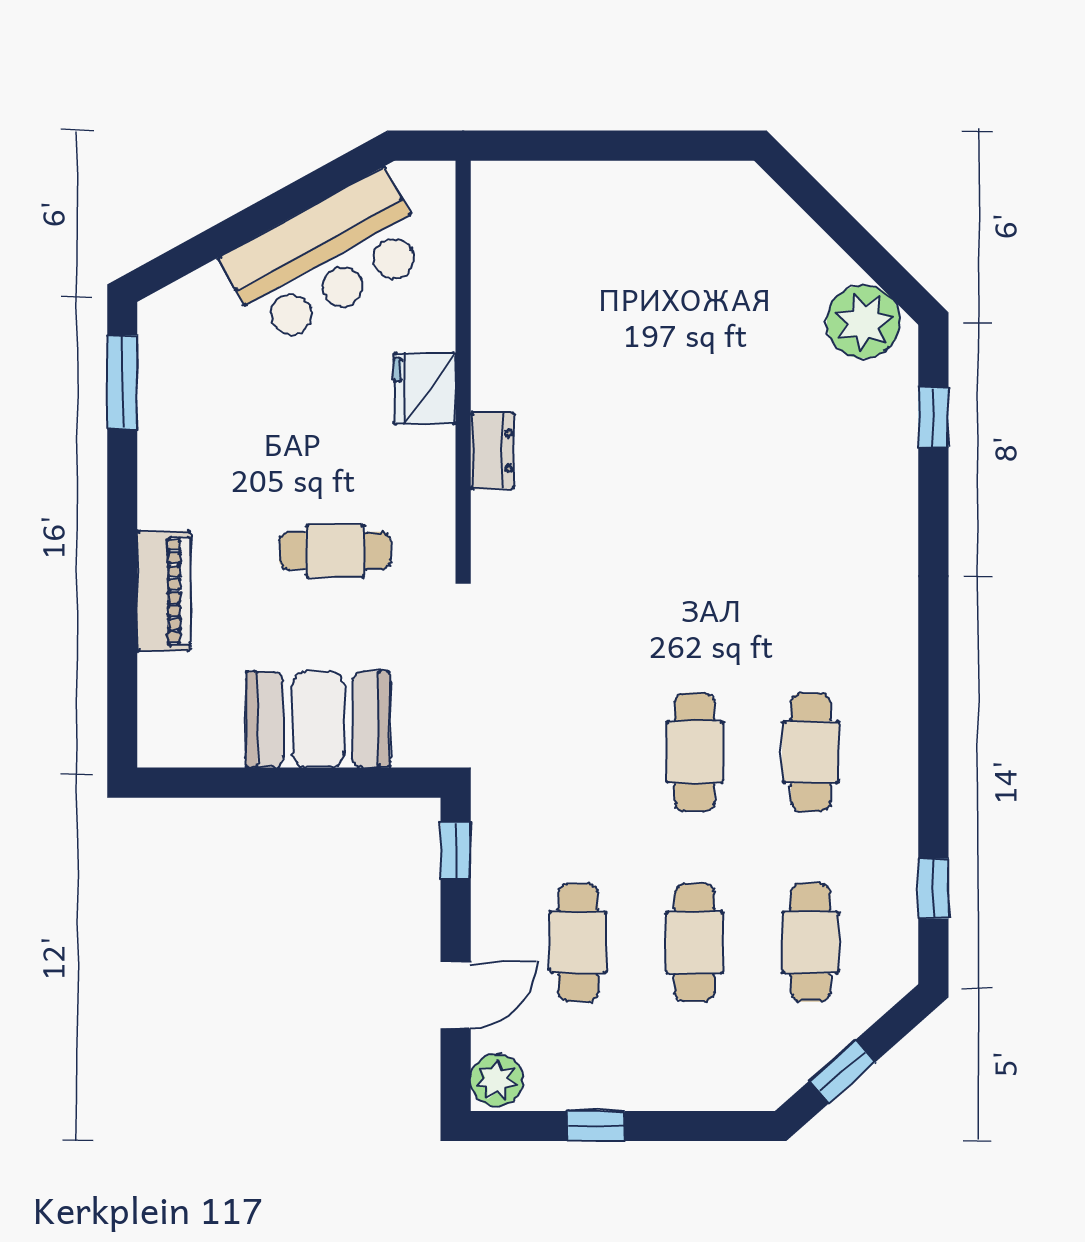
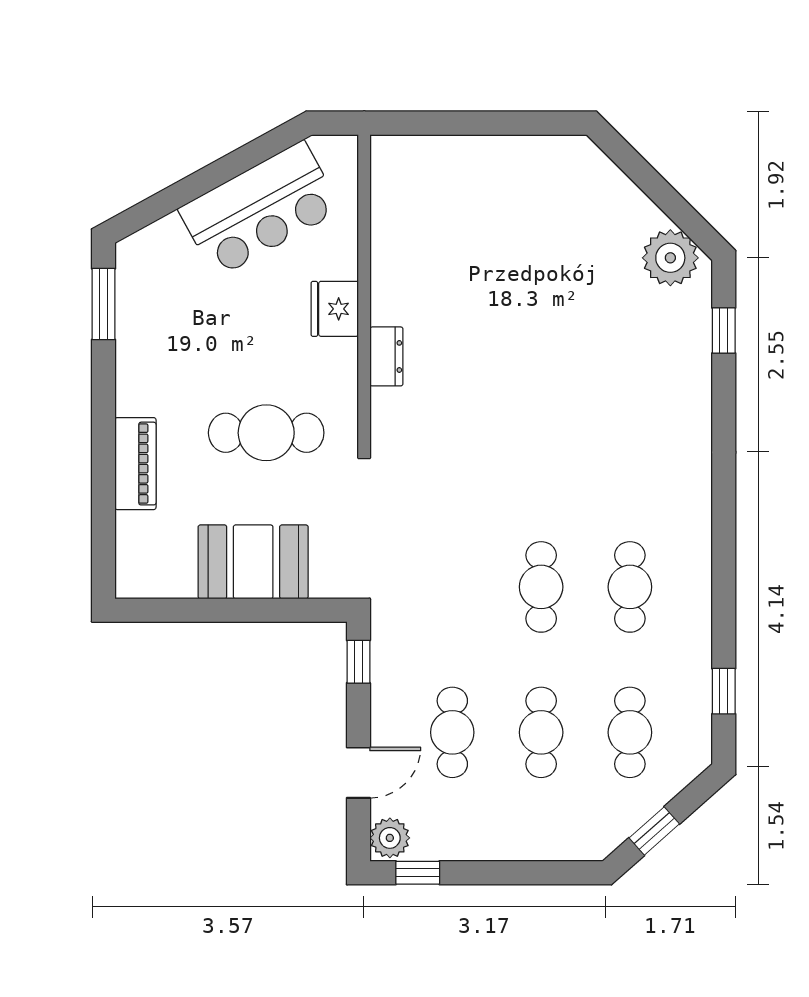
cafe table: (335, 551) -> (266, 433), width x1.37, depth x1.35
window: (596, 1126) -> (418, 873), moved

